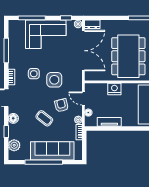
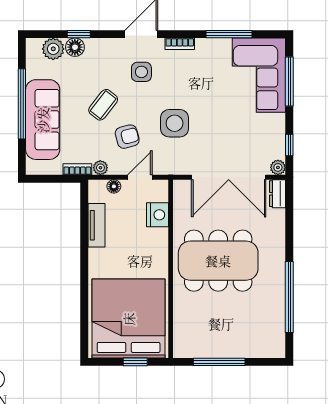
corner sofa: (46, 34) -> (259, 75), moved
side table: (34, 74) -> (141, 72), moved
nightstand: (114, 89) -> (158, 215), moved
floor lamp: (13, 118) -> (75, 47), moved

